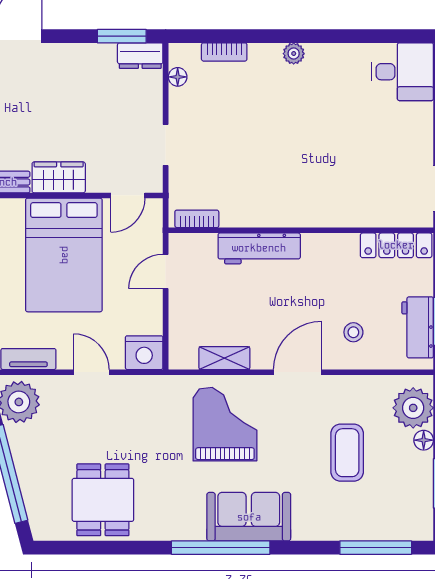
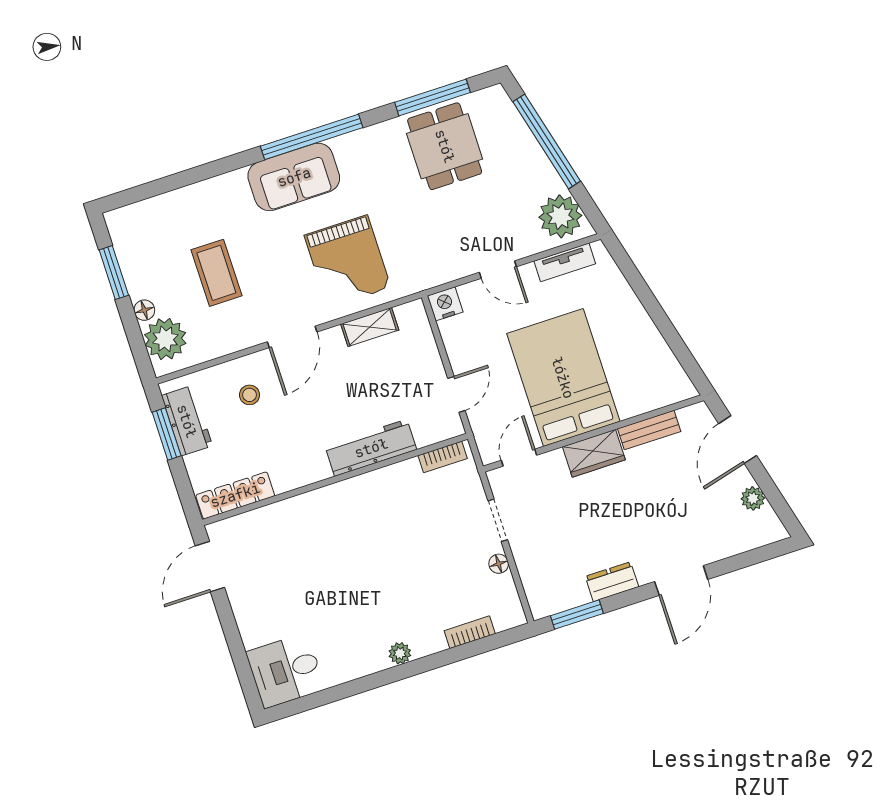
dresser: (140, 56) -> (612, 582), moved
floor lamp: (178, 77) -> (499, 564), moved
nightstand: (144, 353) -> (445, 304), width x0.74, depth x0.75
window: (376, 548) -> (433, 97), moved

